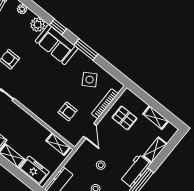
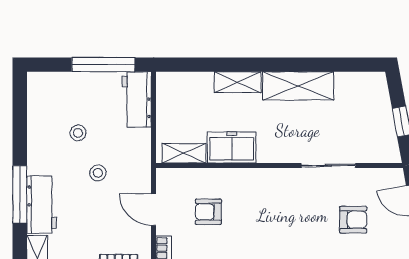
freezer: (34, 170) -> (232, 148), moved, turned 180

